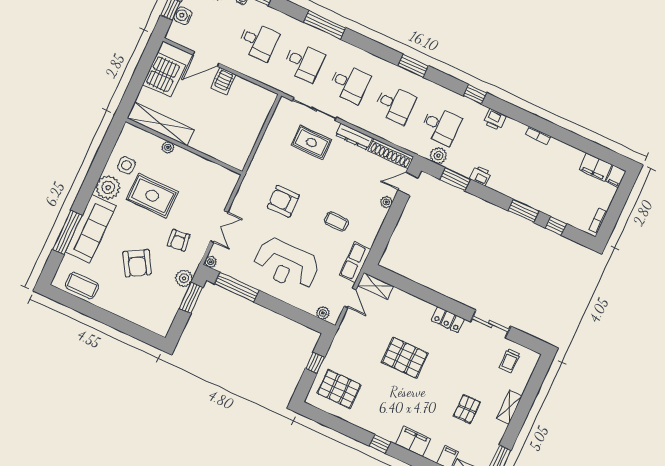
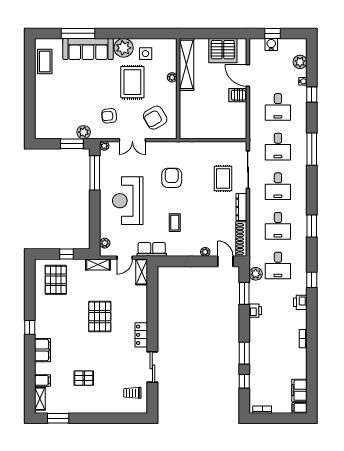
armchair: (137, 263) -> (155, 118), moved
shelving: (509, 407) -> (98, 264), moved

